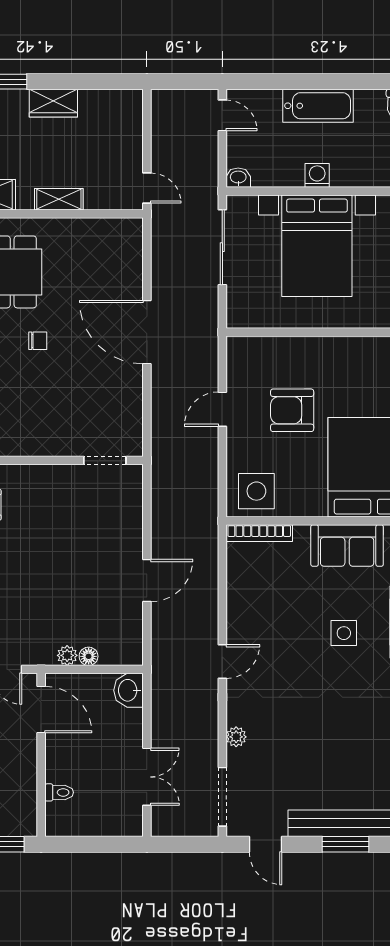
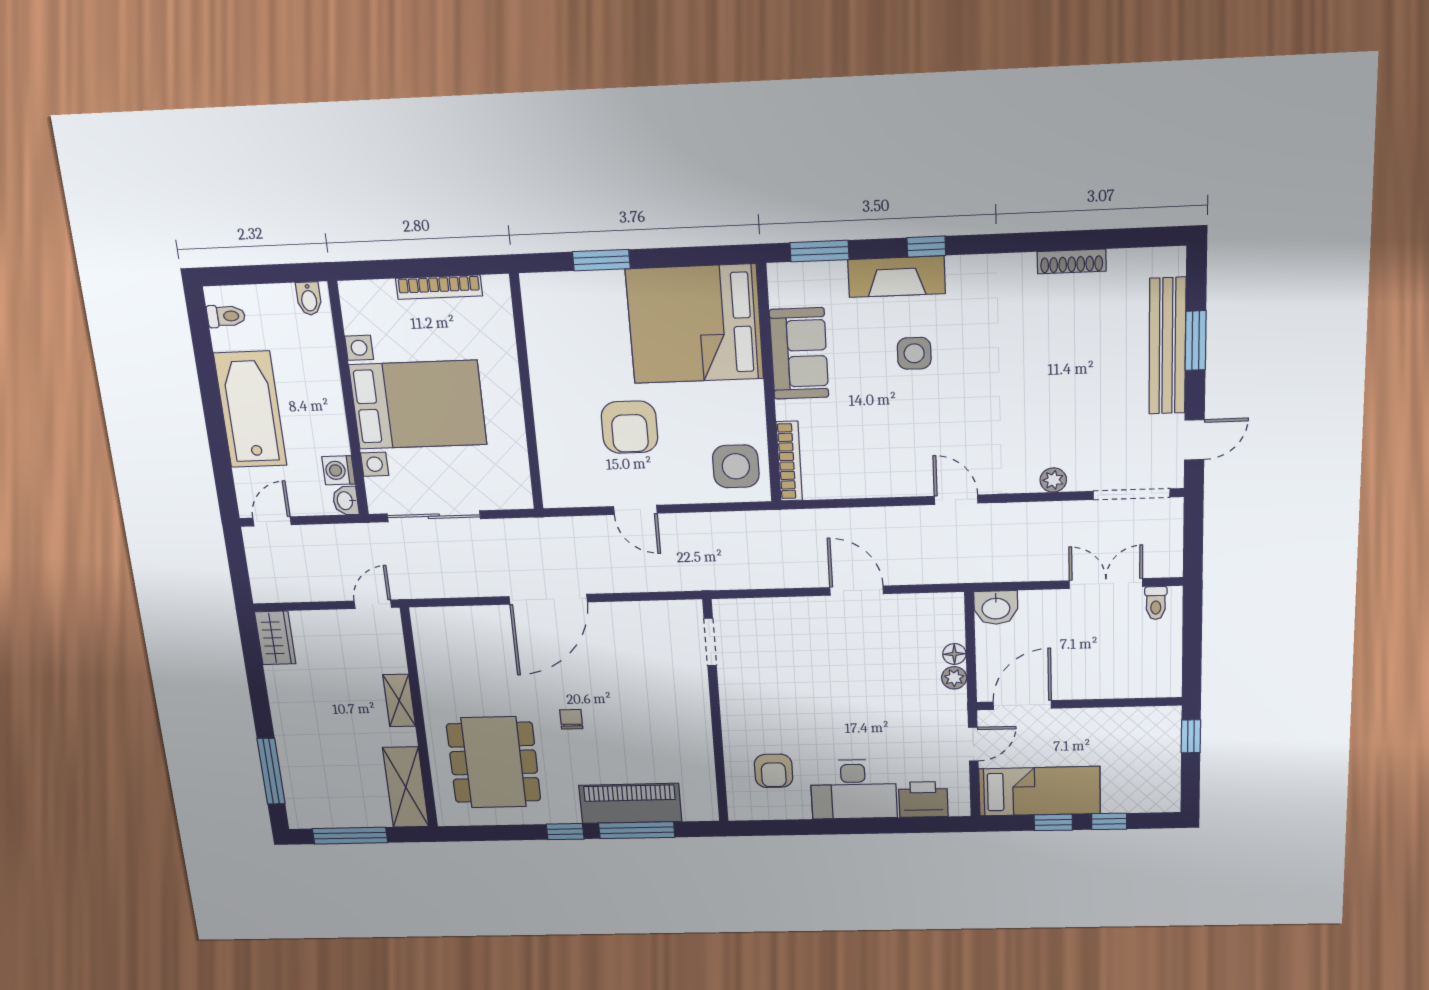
wardrobe: (53, 103) -> (275, 638), moved
bathtub: (318, 106) -> (250, 410), width x1.36, depth x1.36
washing machine: (317, 175) -> (339, 470), moved
toilet: (59, 792) -> (1156, 603), moved, turned 180

